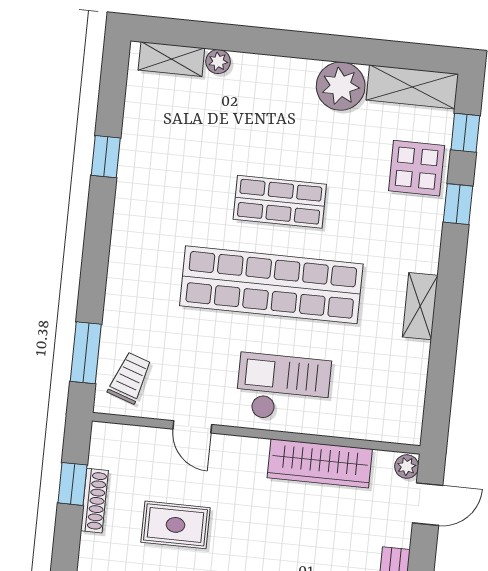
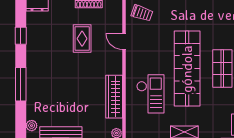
checkout: (283, 388) -> (150, 94), moved
door: (192, 427) -> (124, 41), hinge flipped

